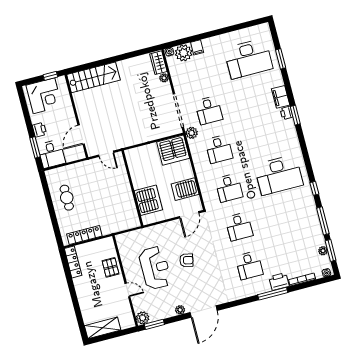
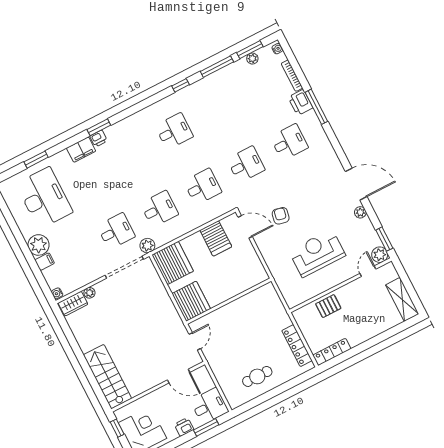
plant: (184, 53) -> (39, 245), moved
desk: (279, 175) -> (174, 131), width x0.53, depth x0.77
server rack: (148, 200) -> (191, 301), moved, turned 90
armchair: (186, 260) -> (281, 216), moved
door: (127, 290) -> (368, 271), moved

